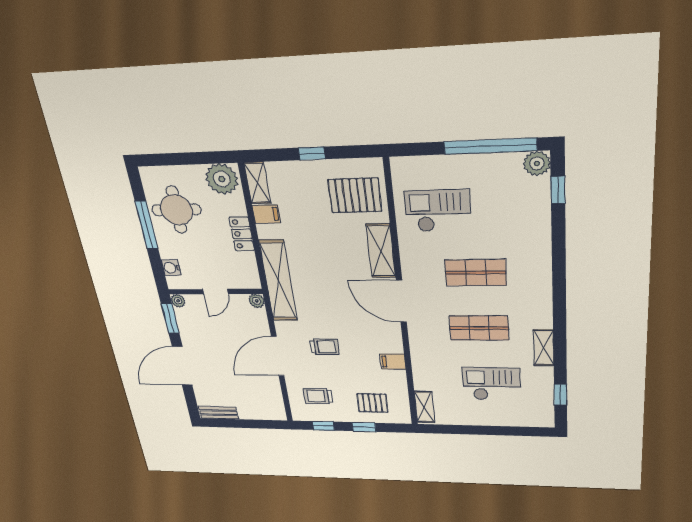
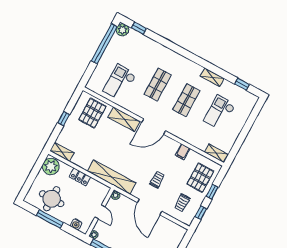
filing cabinet: (266, 214) -> (78, 158), removed
pallet: (372, 403) -> (200, 178), width x1.50, depth x1.42

